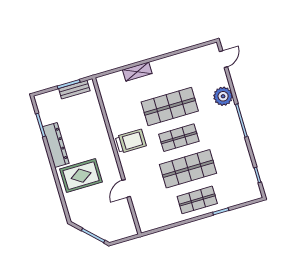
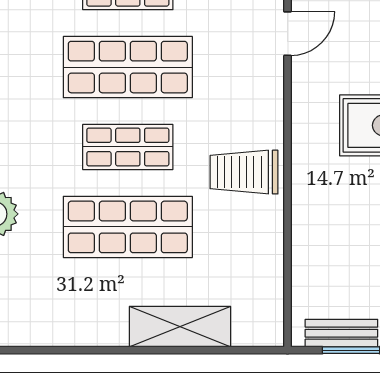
shelving: (137, 72) -> (180, 327), width x1.50, depth x1.33
door: (126, 188) -> (287, 34), moved

